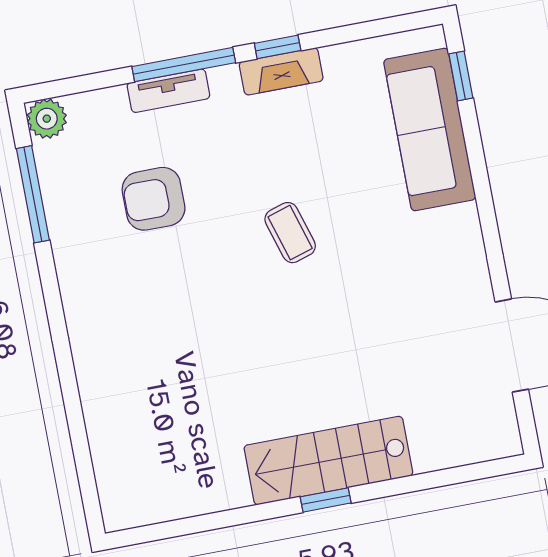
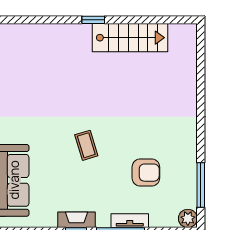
stairs: (328, 461) -> (130, 38), moved

